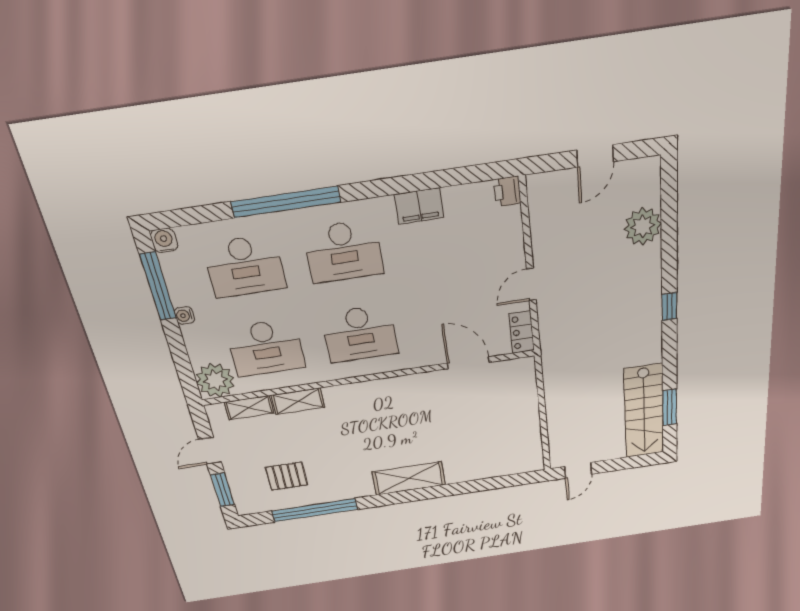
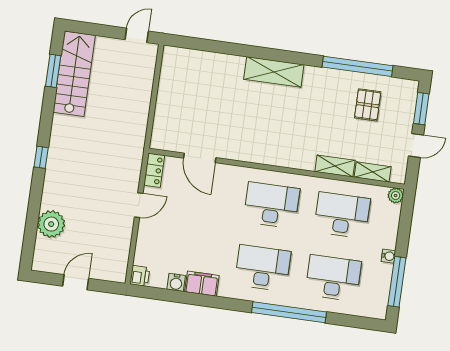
water cooler: (164, 240) -> (176, 282), moved
plant: (215, 380) -> (396, 195), width x0.53, depth x0.53
pallet: (287, 476) -> (368, 105), turned 90

